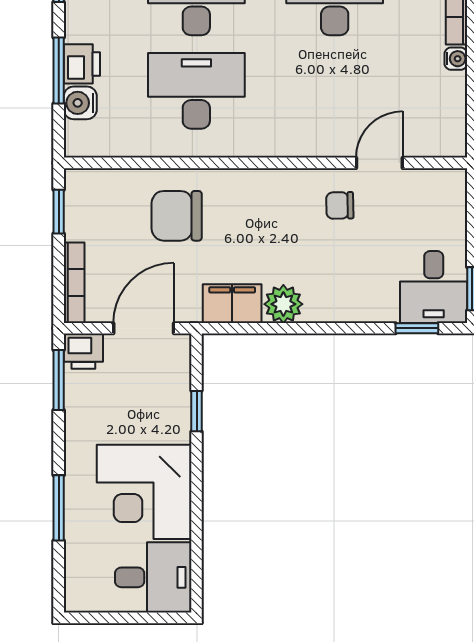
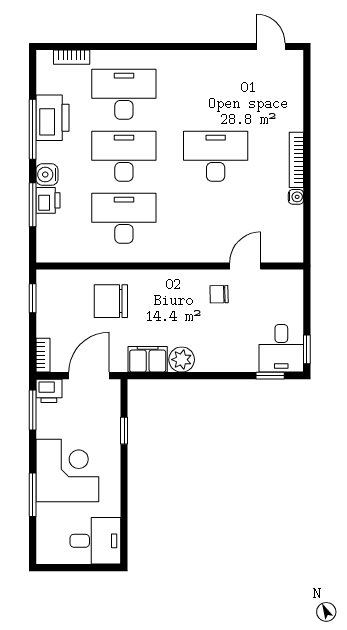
water cooler: (80, 103) -> (47, 175), moved
bookcase: (74, 283) -> (43, 355), width x0.64
corner desk: (144, 492) -> (67, 470), moved, turned 180

